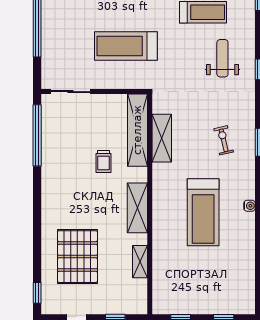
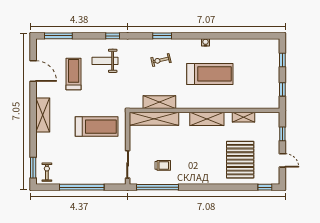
treadmill: (126, 46) -> (97, 127), turned -90
trolley: (104, 162) -> (163, 165), moved
pallet: (77, 257) -> (240, 160), turned 90

